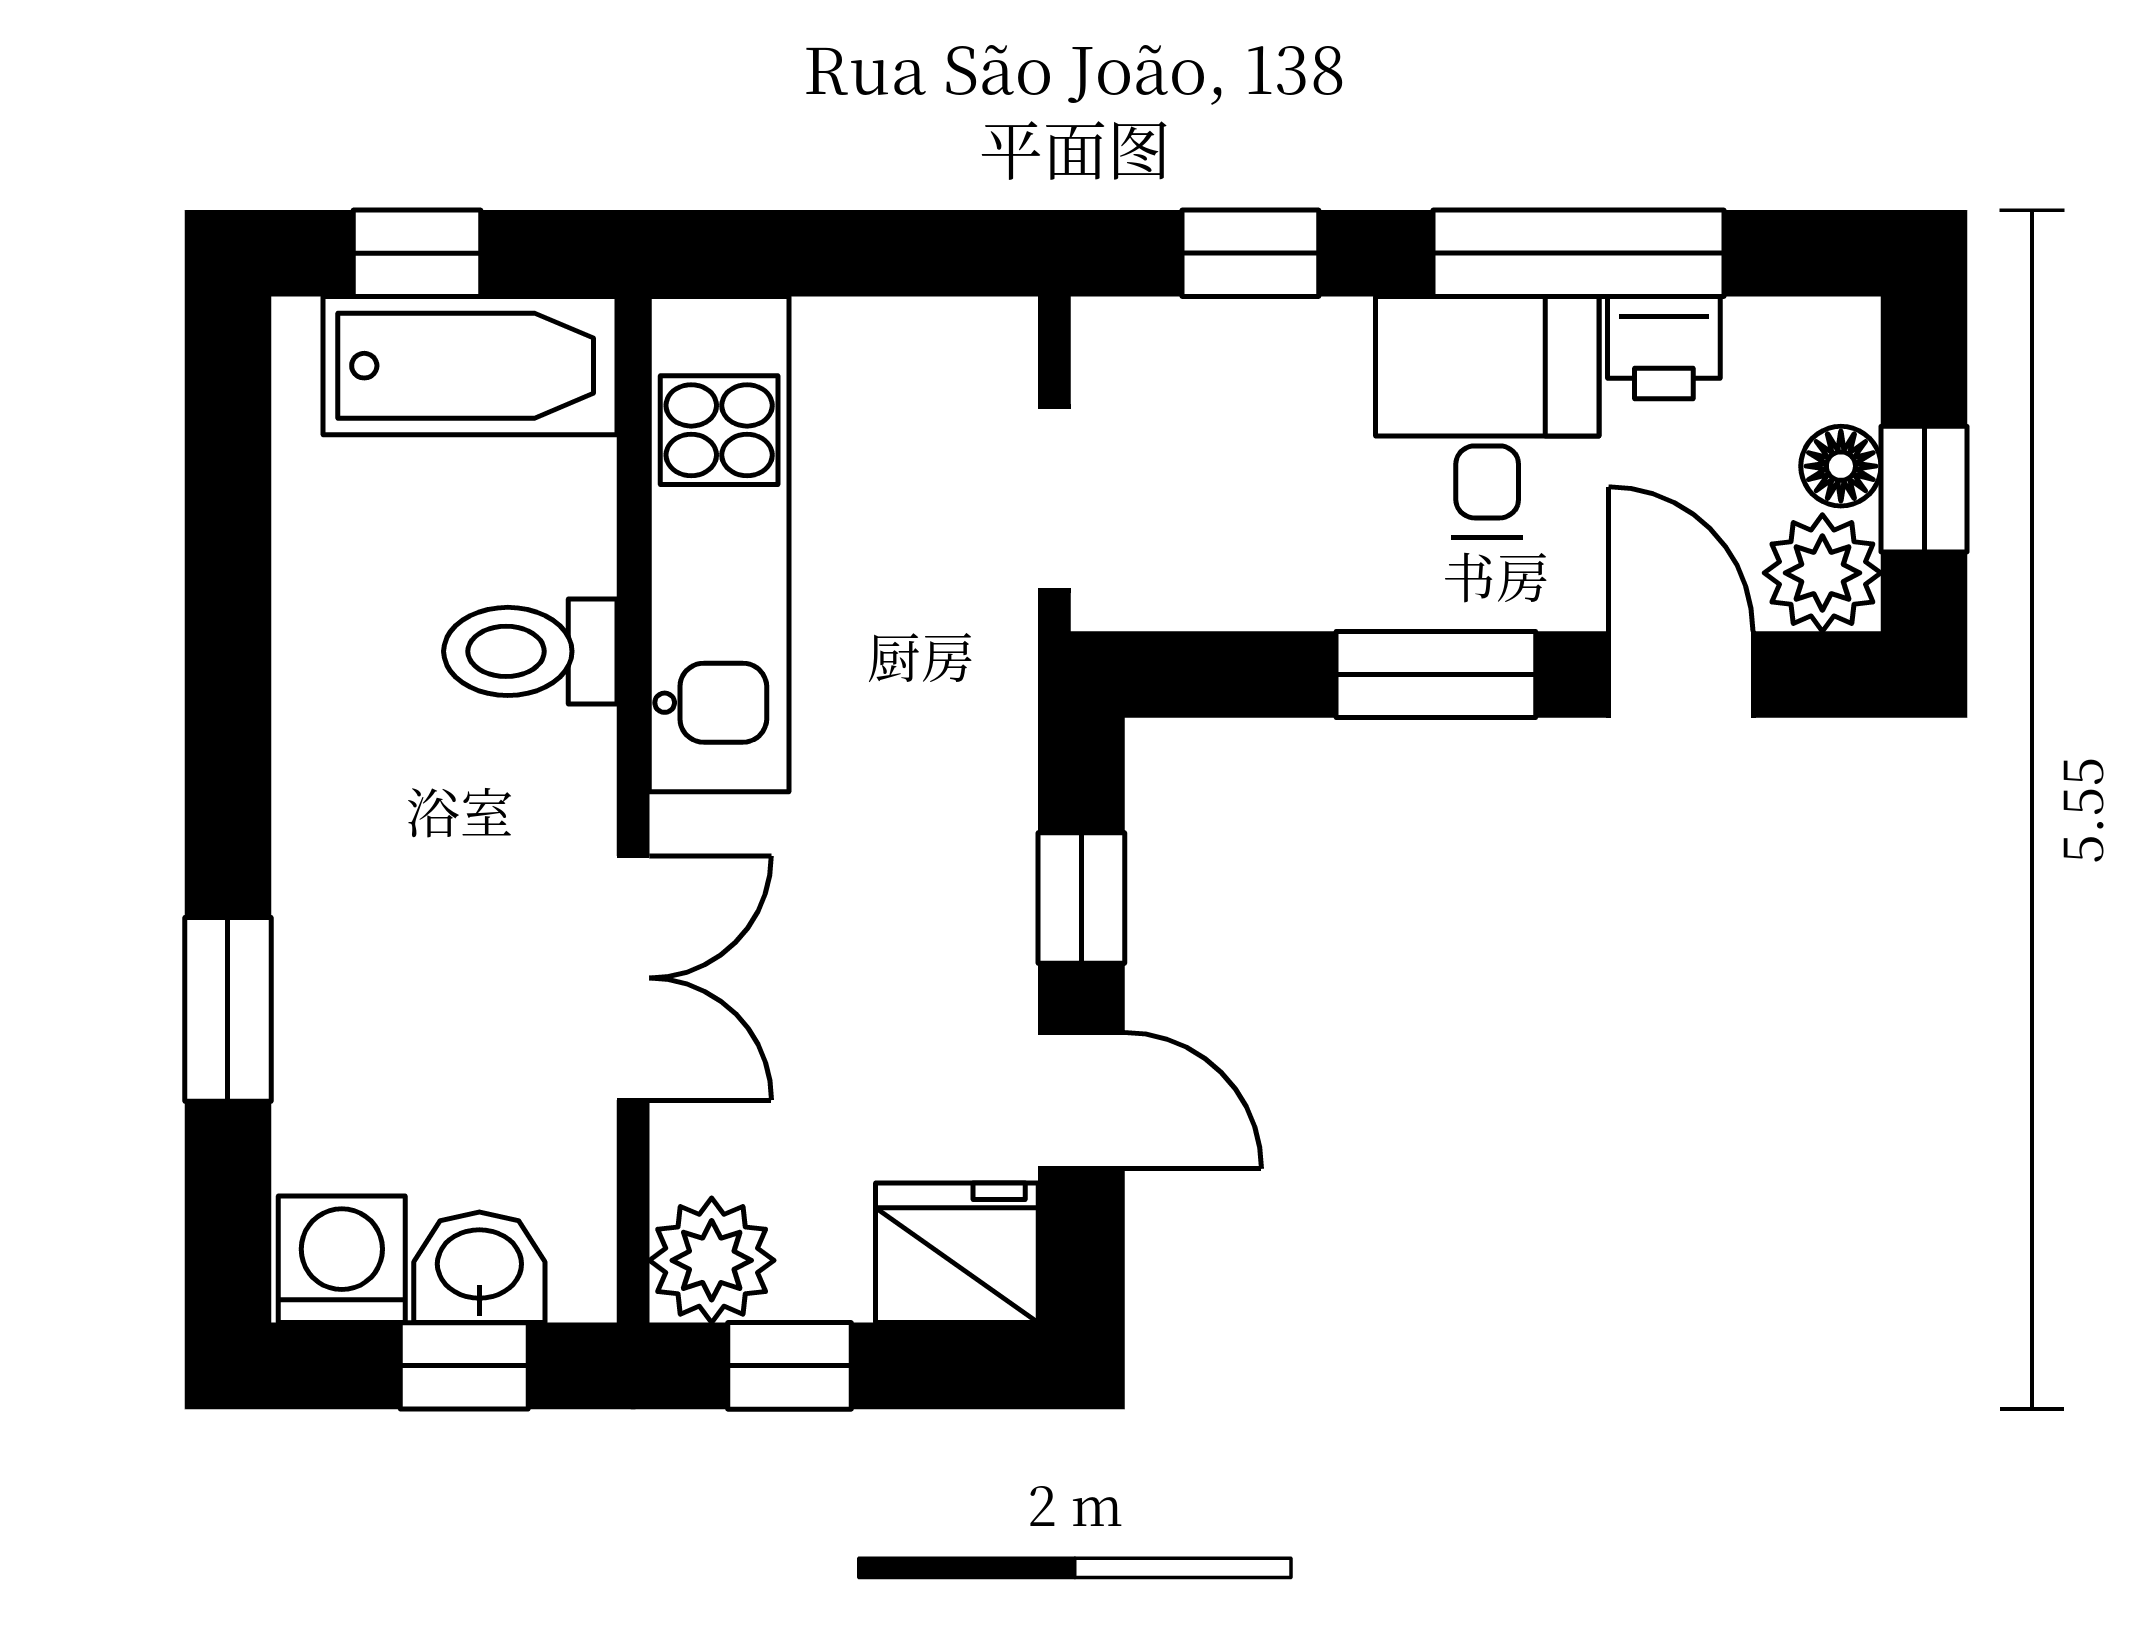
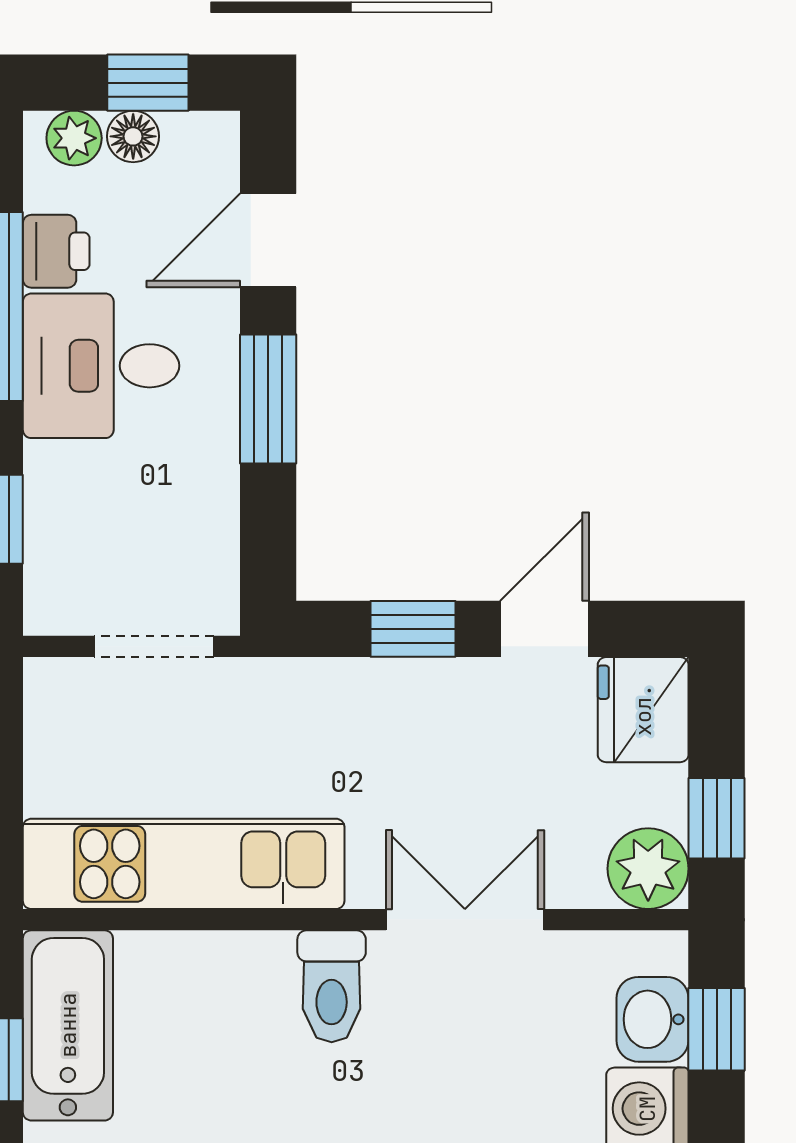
plant: (1822, 573) -> (74, 138), moved, width x0.73, depth x0.73
toilet: (530, 651) -> (332, 986), moved

